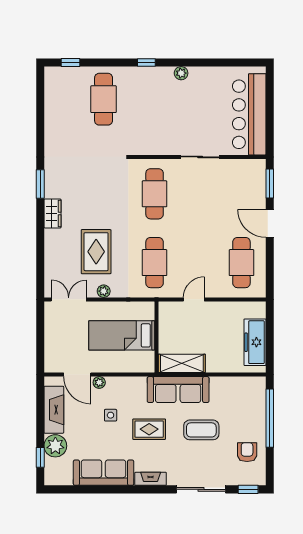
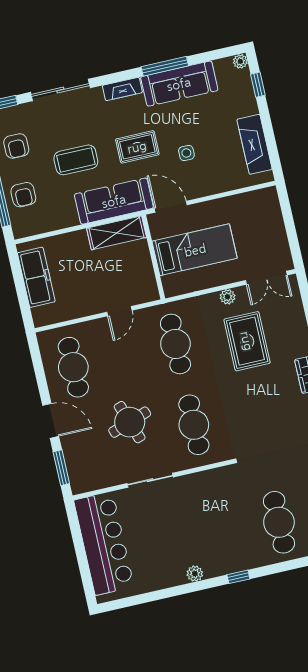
round table: (206, 208) -> (130, 422), added
door: (77, 375) -> (171, 207), moved
plant: (99, 382) -> (209, 188), removed
armchair: (250, 411) -> (23, 195), added
plant: (55, 446) -> (240, 61), moved, width x0.53, depth x0.53
window: (112, 489) -> (165, 66), added

